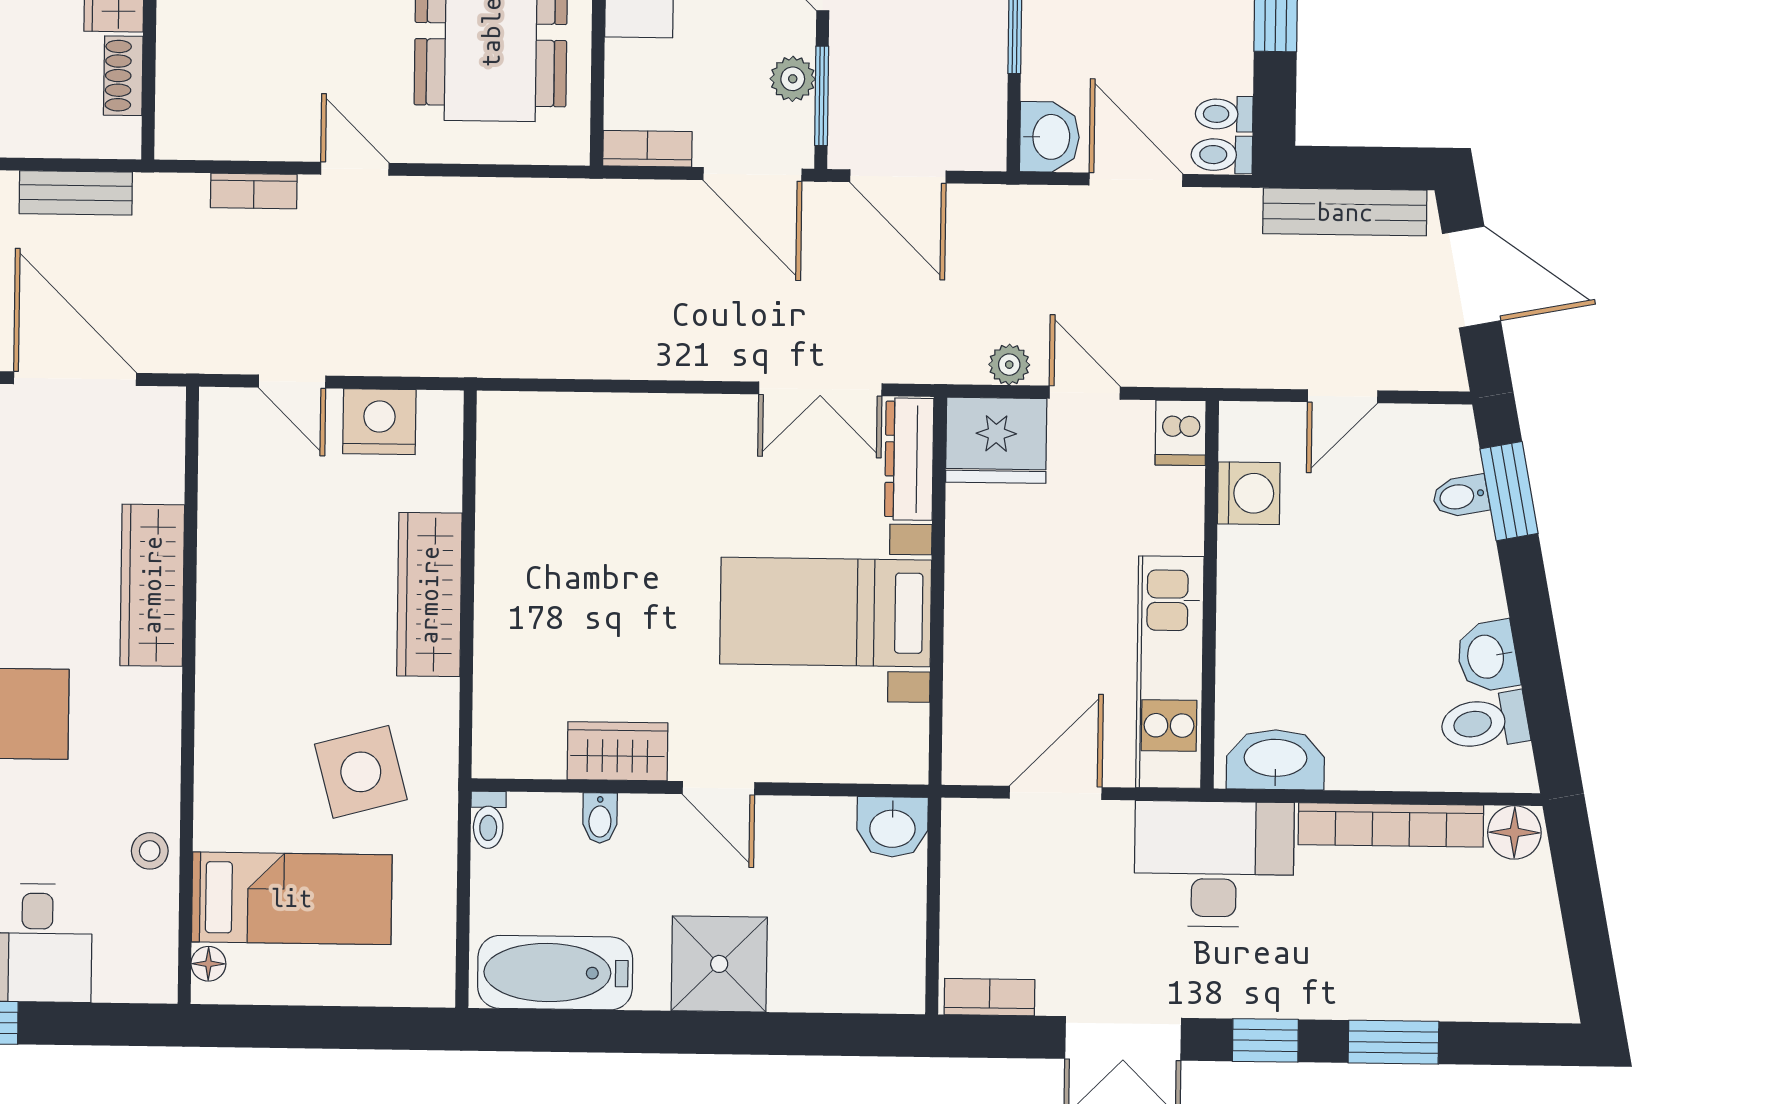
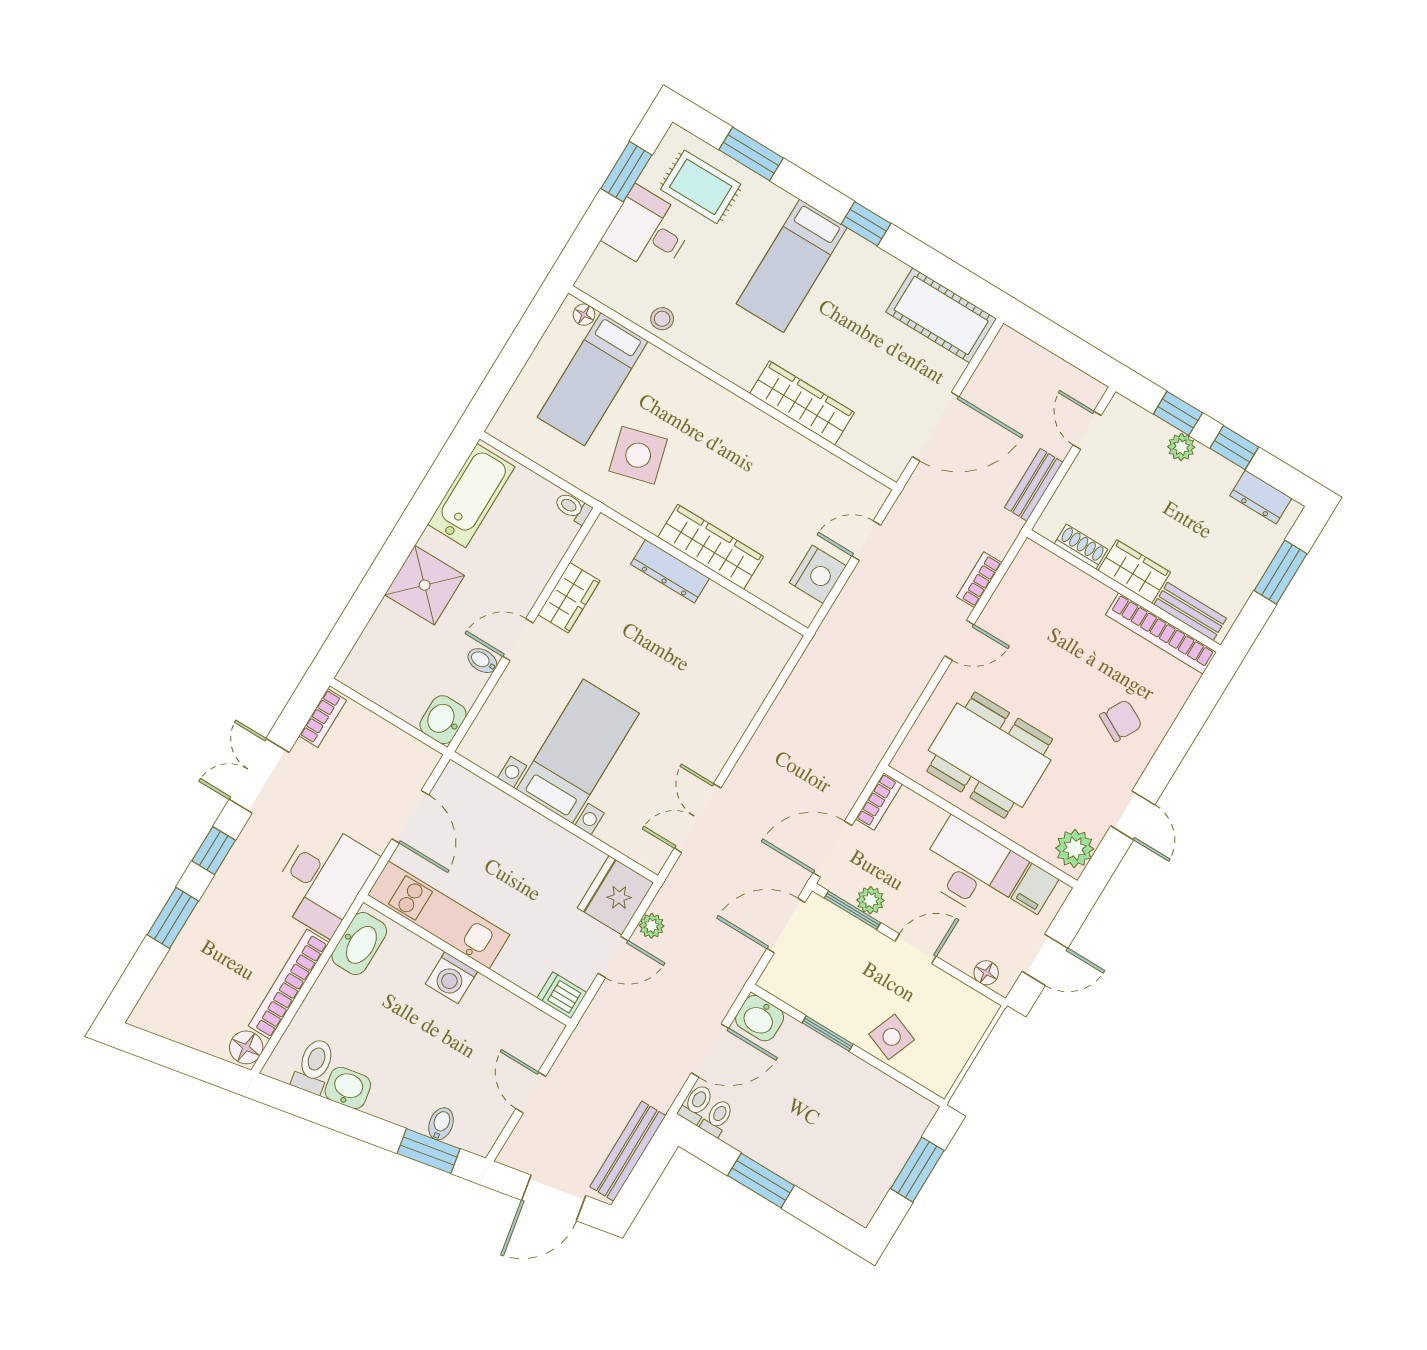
dresser: (909, 459) -> (670, 571), moved, turned 180
washing machine: (1249, 493) -> (451, 978), moved
bidet: (600, 818) -> (482, 661), moved

